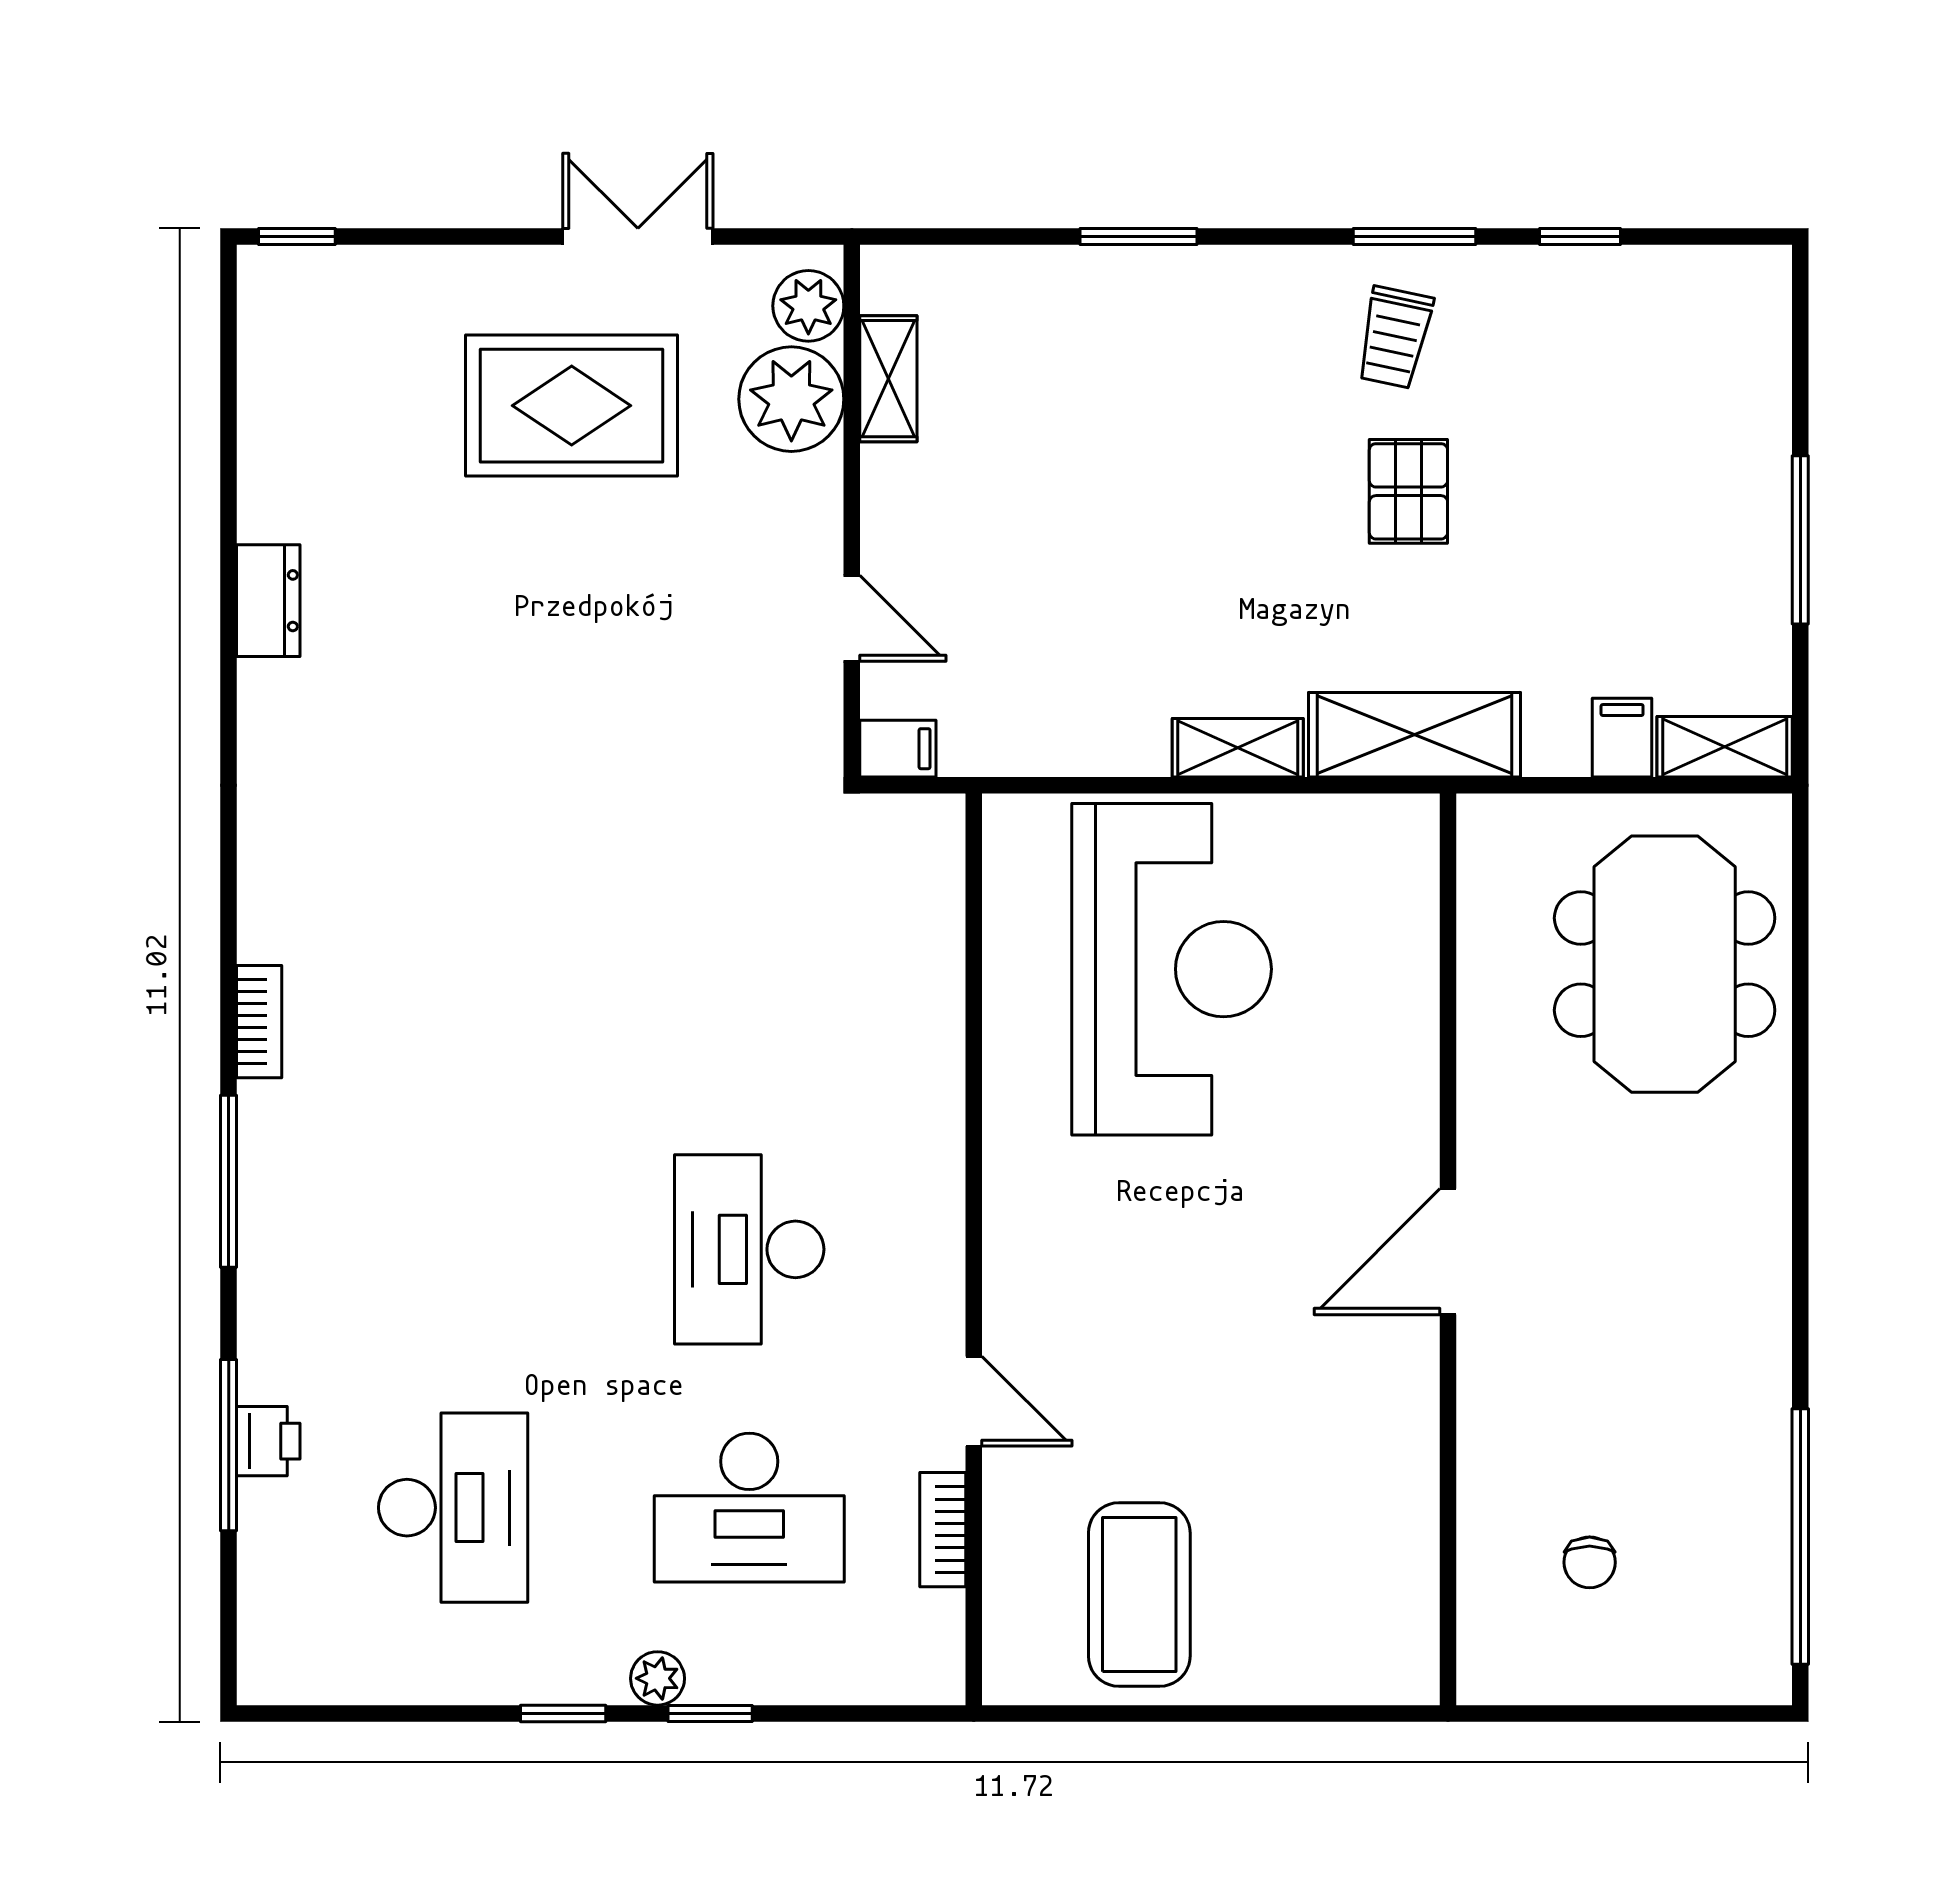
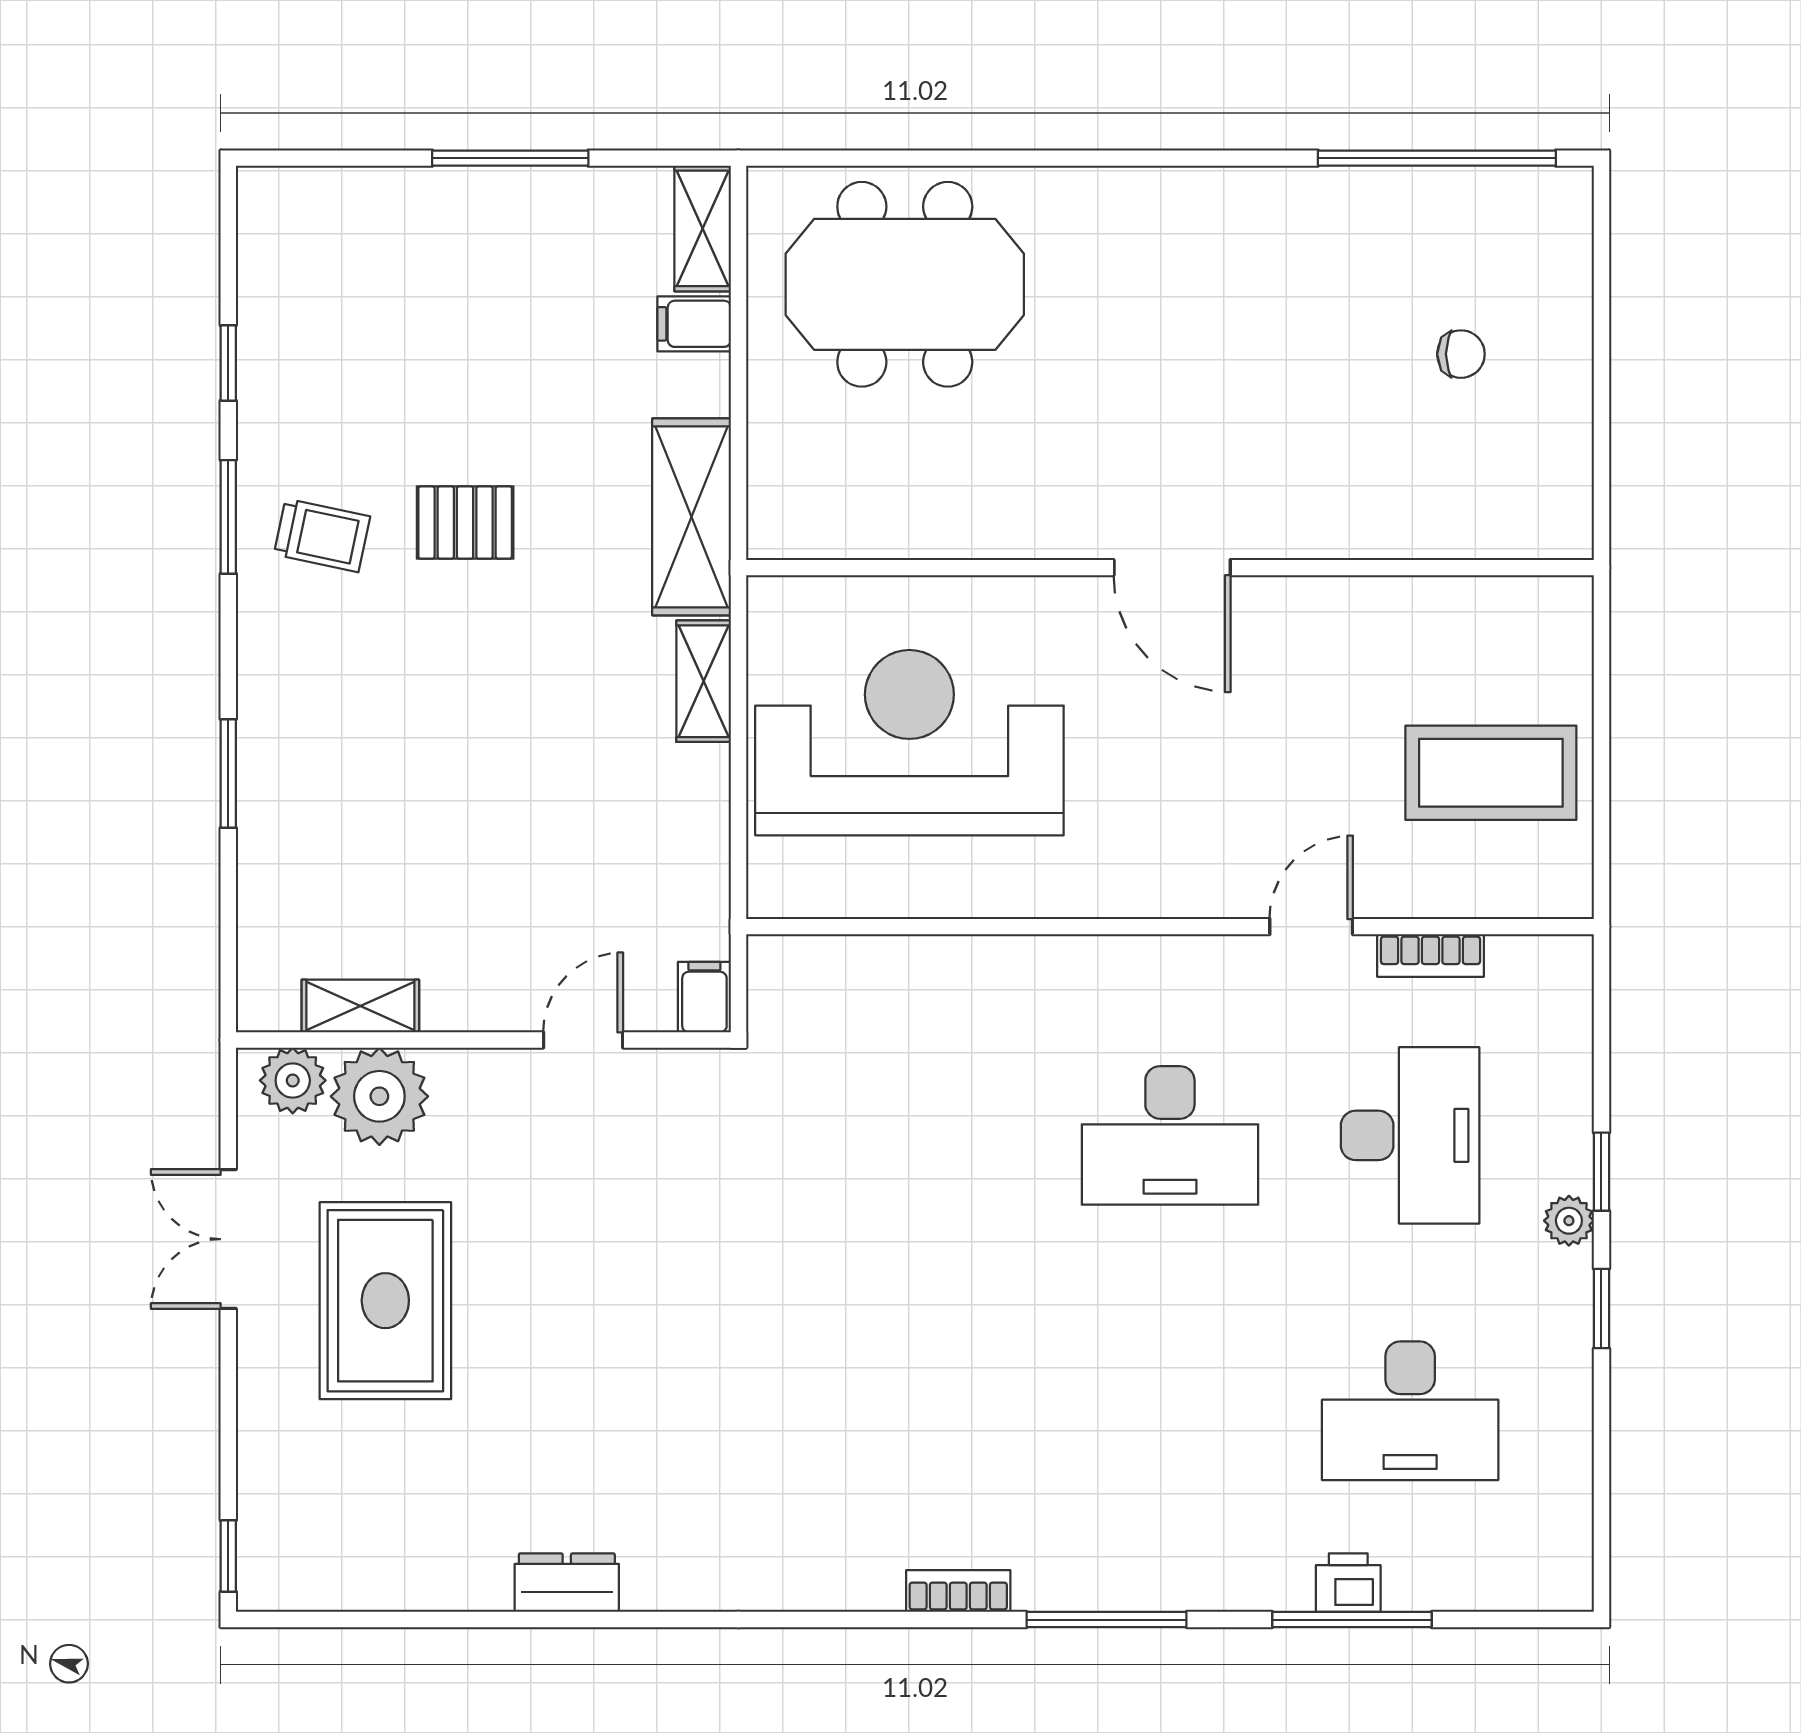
wall: (1448, 1249) -> (1170, 568), moved
door: (1448, 1252) -> (1172, 568), moved
desk: (453, 1508) -> (1410, 1411), turned 180

